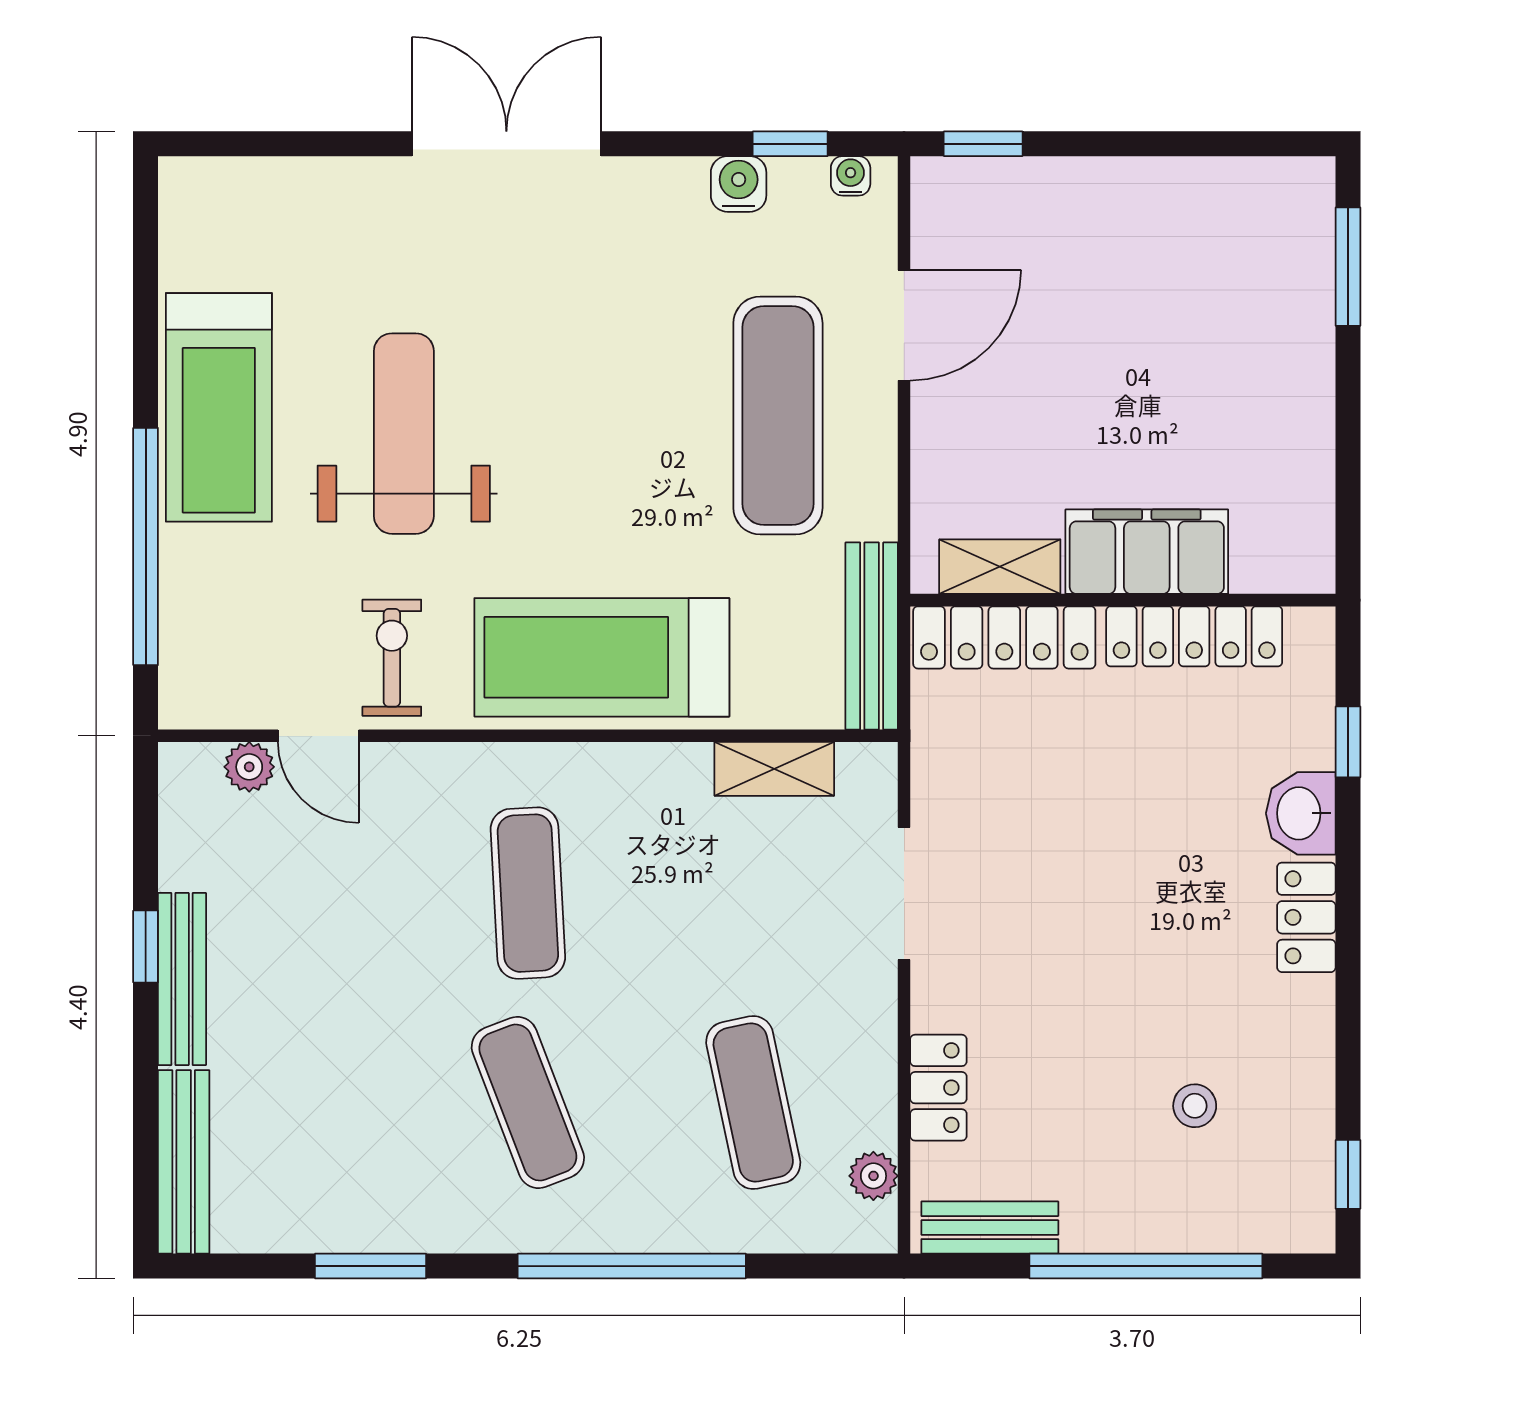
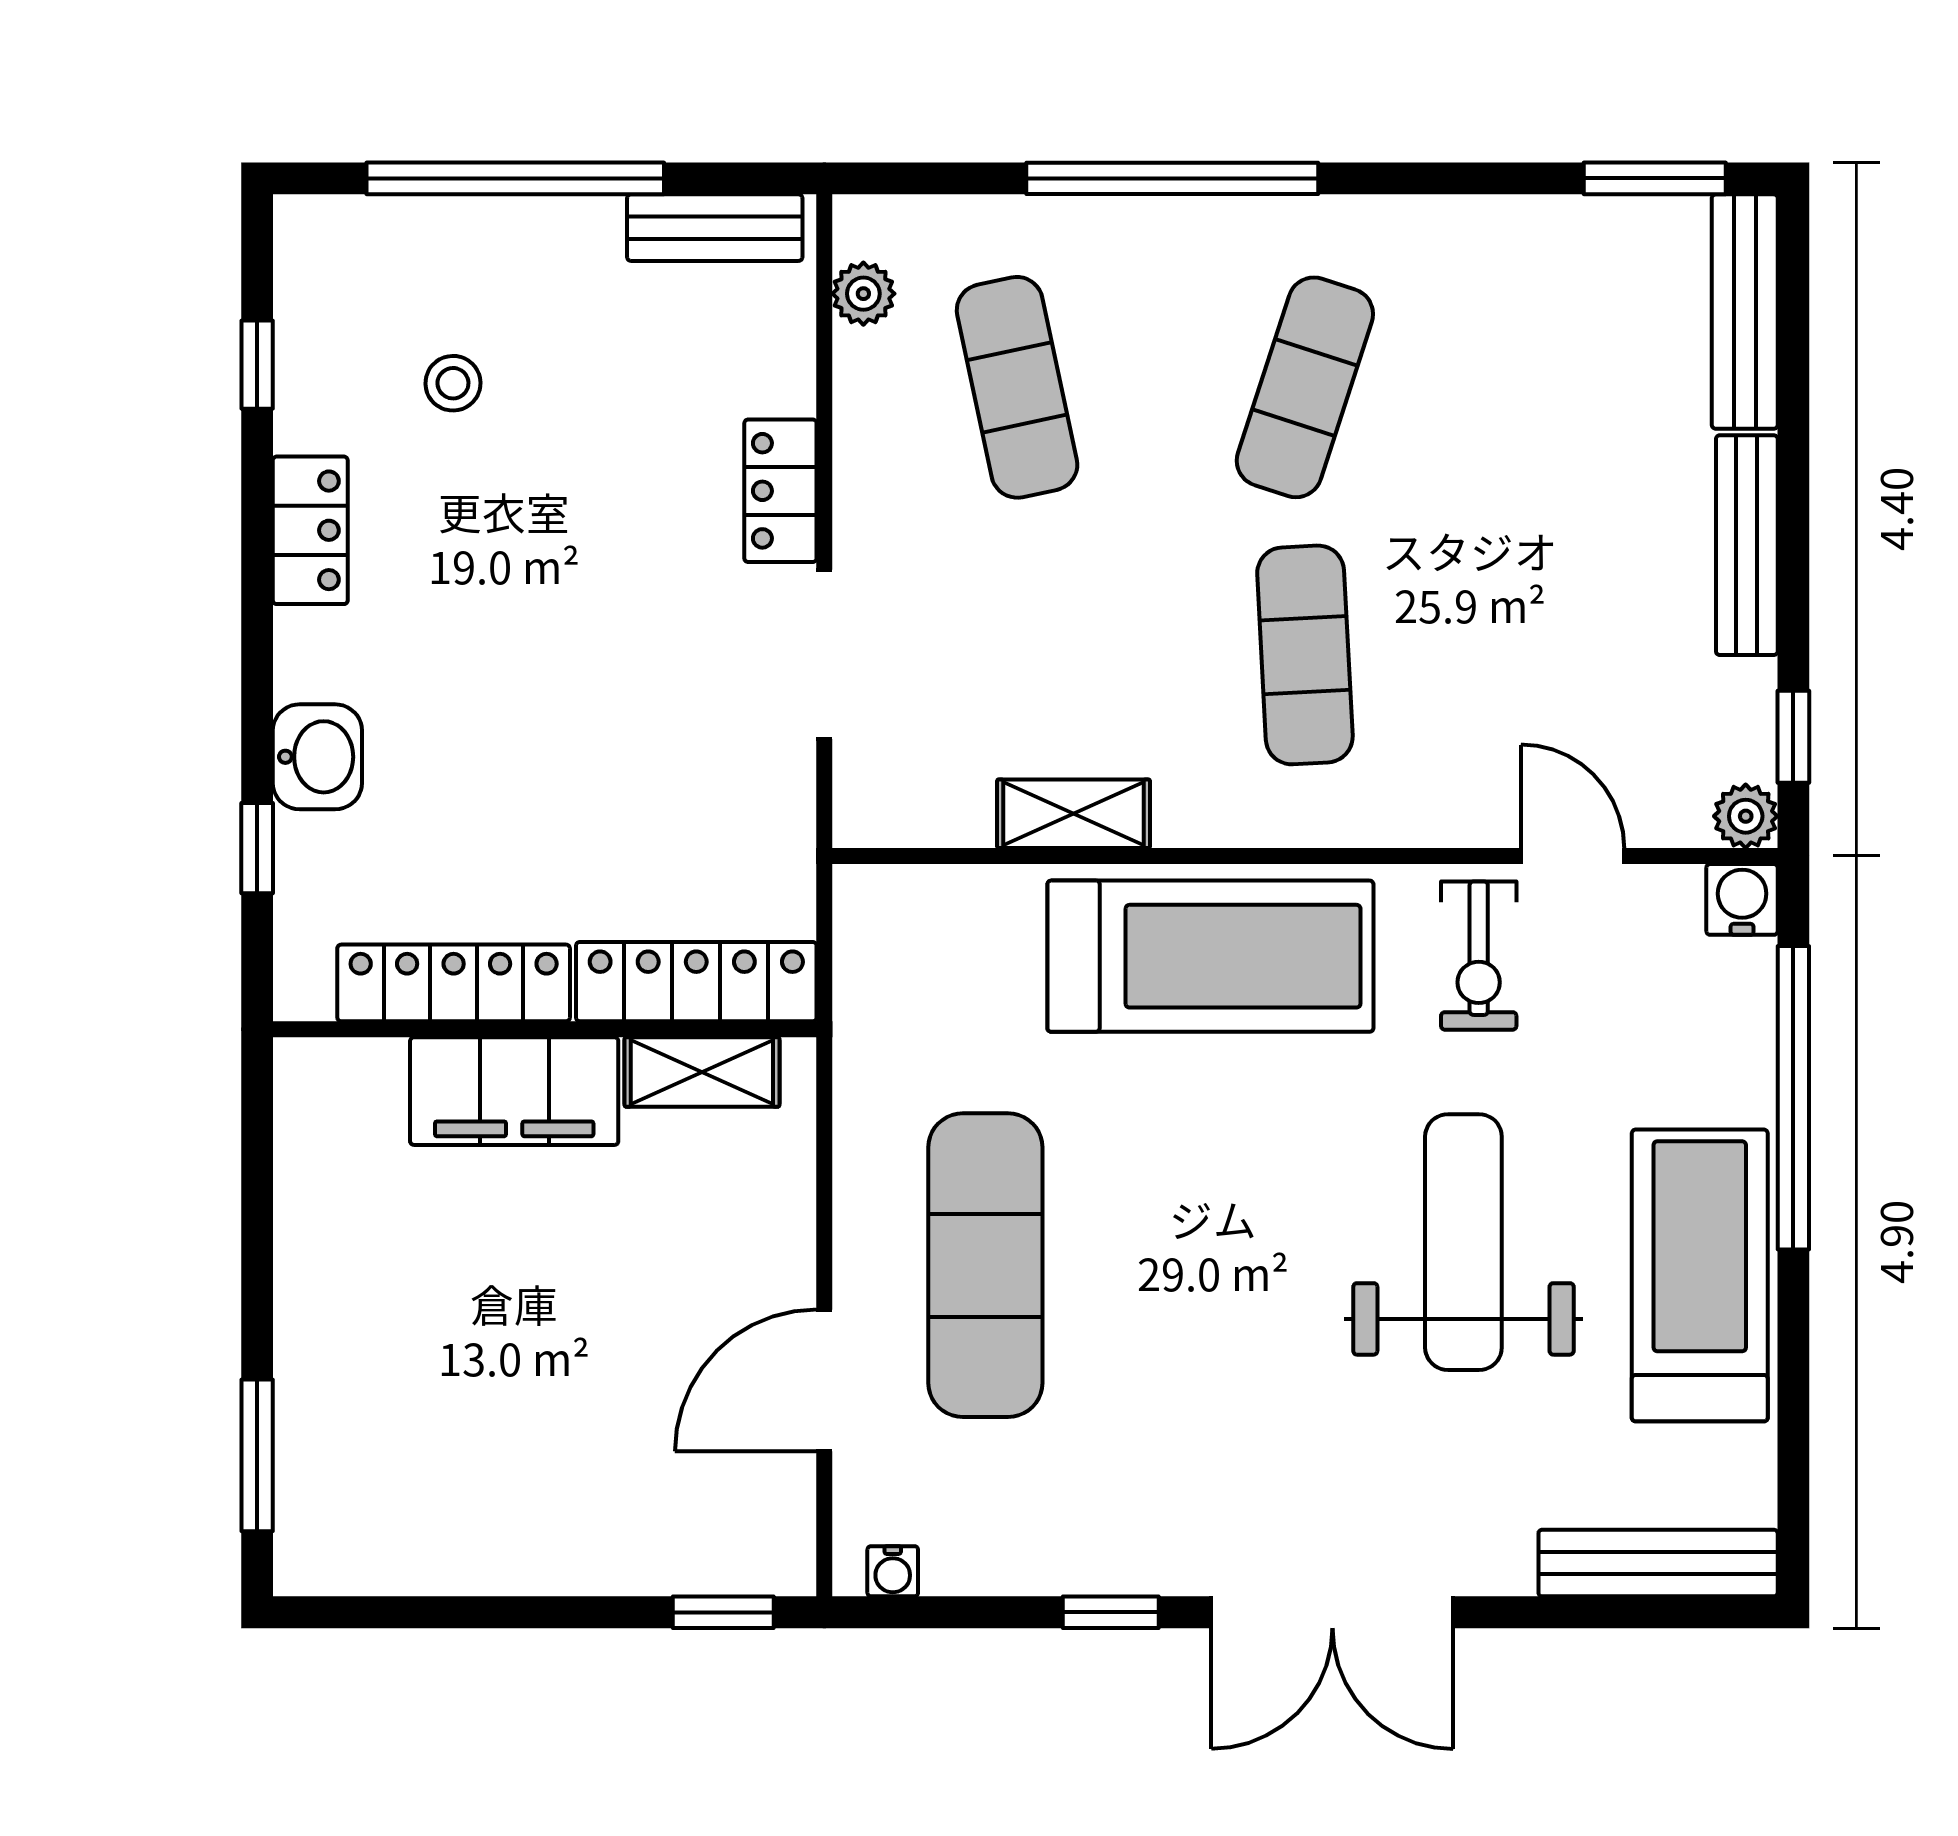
window: (790, 144) -> (1111, 1612), moved
water cooler: (739, 184) -> (1742, 899), moved, turned 180
weight bench: (404, 434) -> (1463, 1242), turned 180
bench: (872, 636) -> (1658, 1563), moved, turned 90
plant: (249, 767) -> (1746, 816), moved
shelving: (774, 769) -> (1074, 814), moved
locker: (1306, 917) -> (310, 530), moved
window: (146, 947) -> (1793, 737), moved
locker: (938, 1088) -> (780, 491), moved
exercise mat: (528, 1103) -> (1305, 387), turned 39
window: (1348, 1174) -> (257, 365), moved
window: (371, 1266) -> (1655, 178), moved

